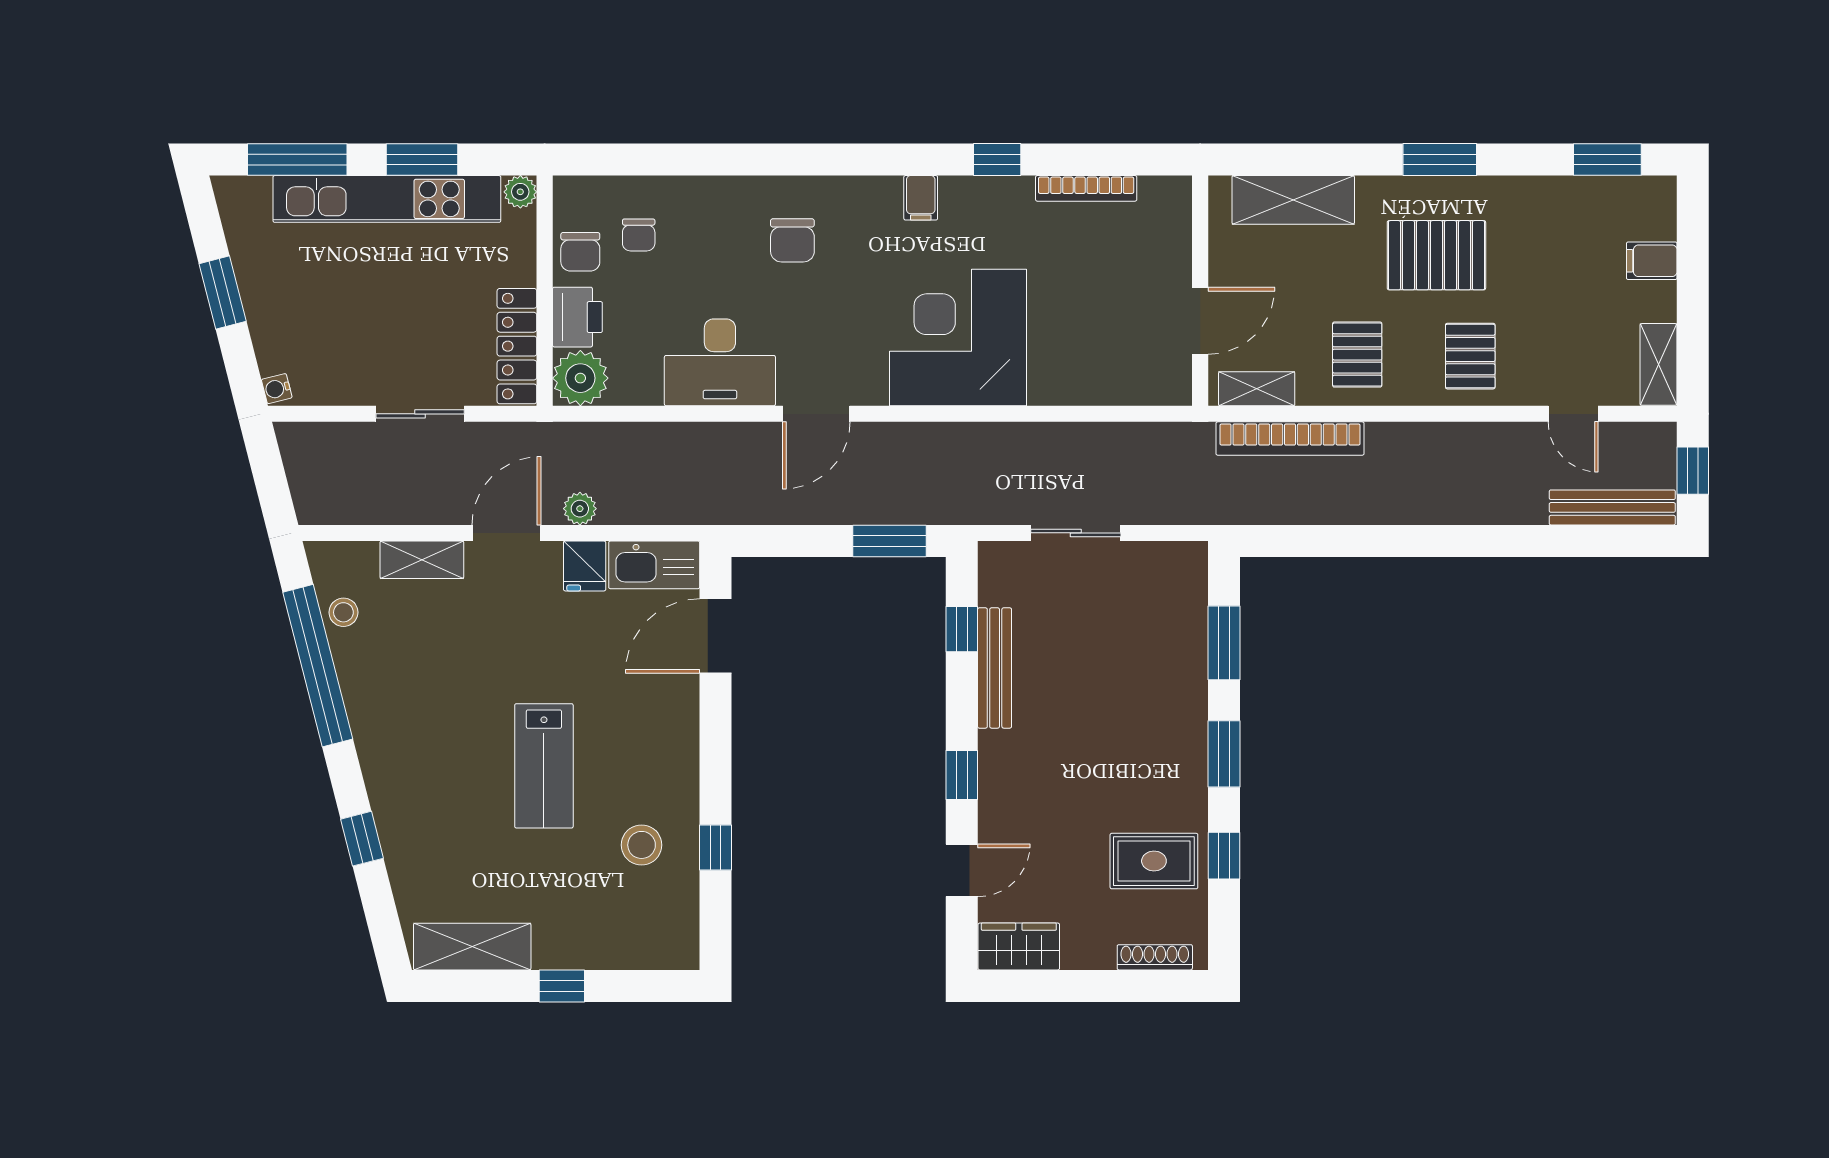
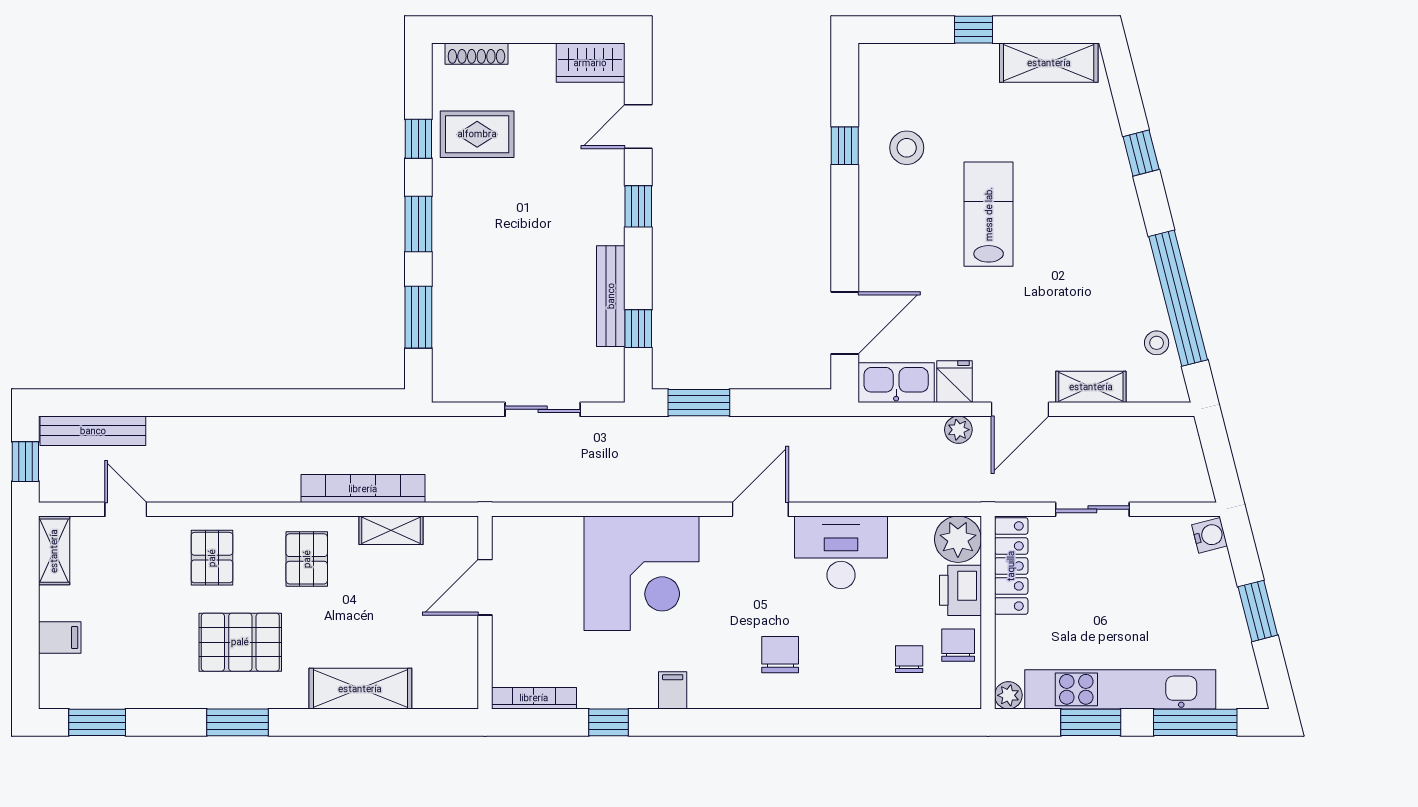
wall: (1200, 291) -> (485, 612), moved
door: (1200, 321) -> (485, 587), moved
water cooler: (277, 389) -> (1210, 535), width x1.38, depth x1.38

